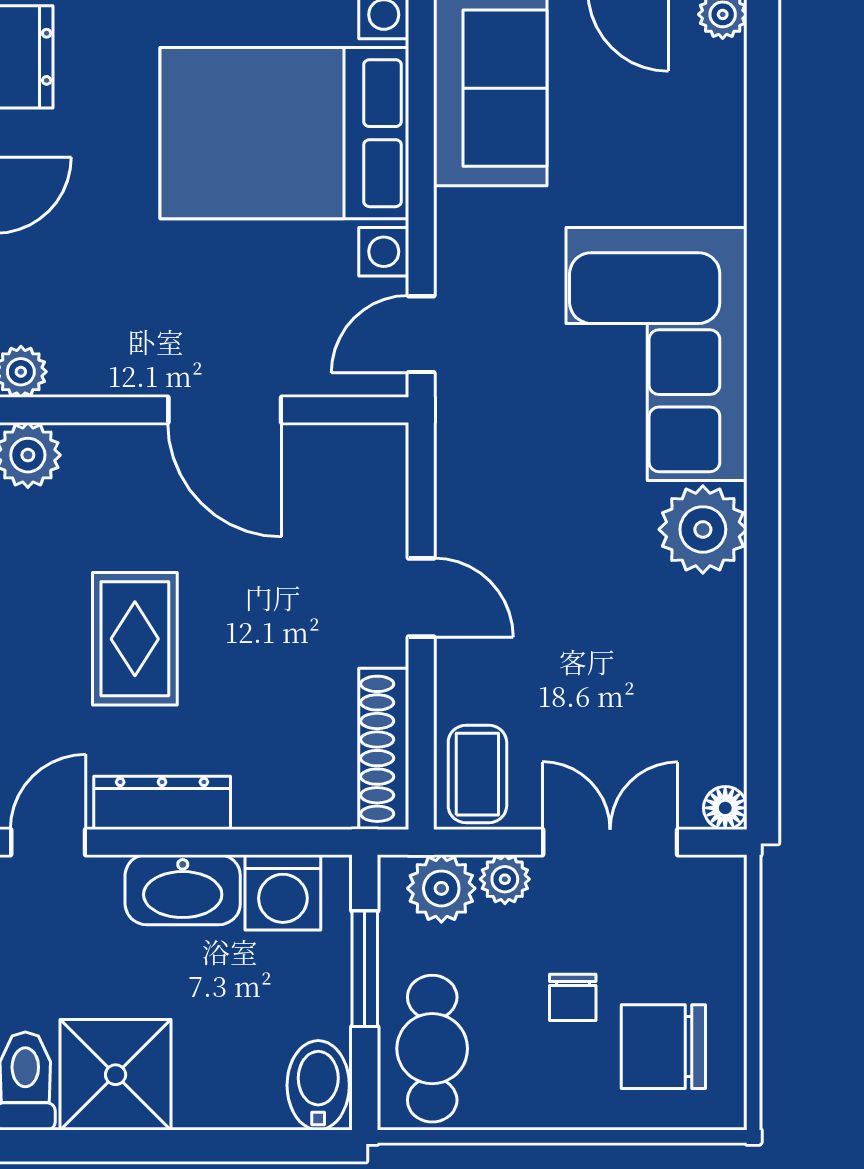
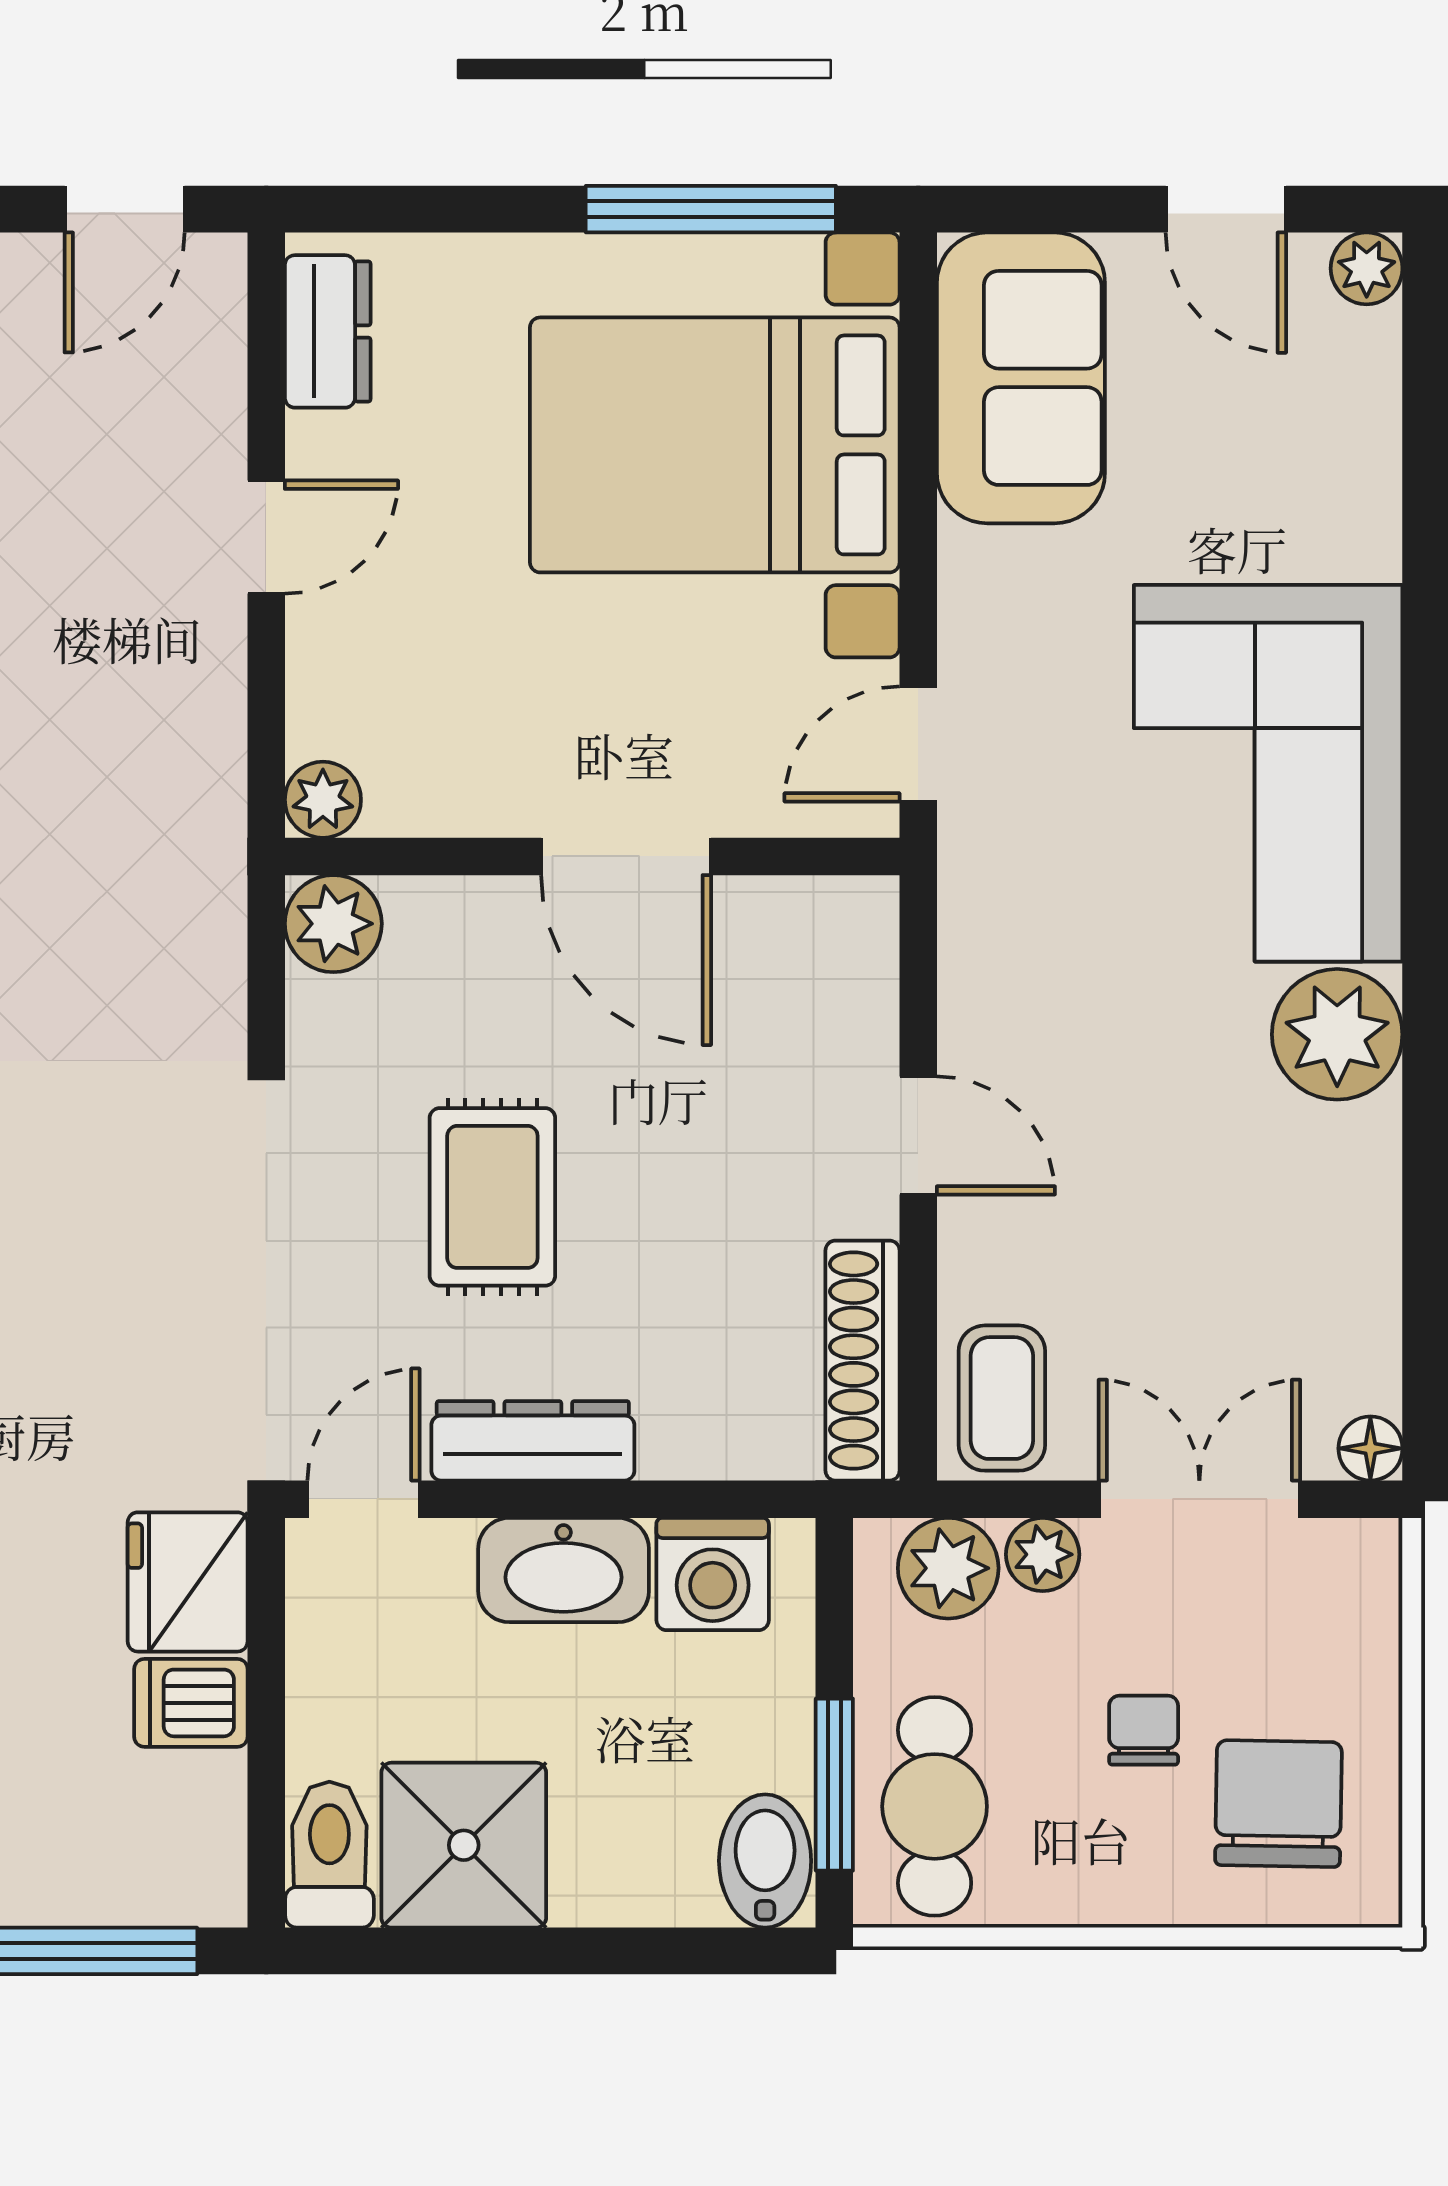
window: (365, 969) -> (834, 1785), moved
chair: (573, 997) -> (1144, 1730), turned 180
chair: (663, 1047) -> (1278, 1804), turned 91

